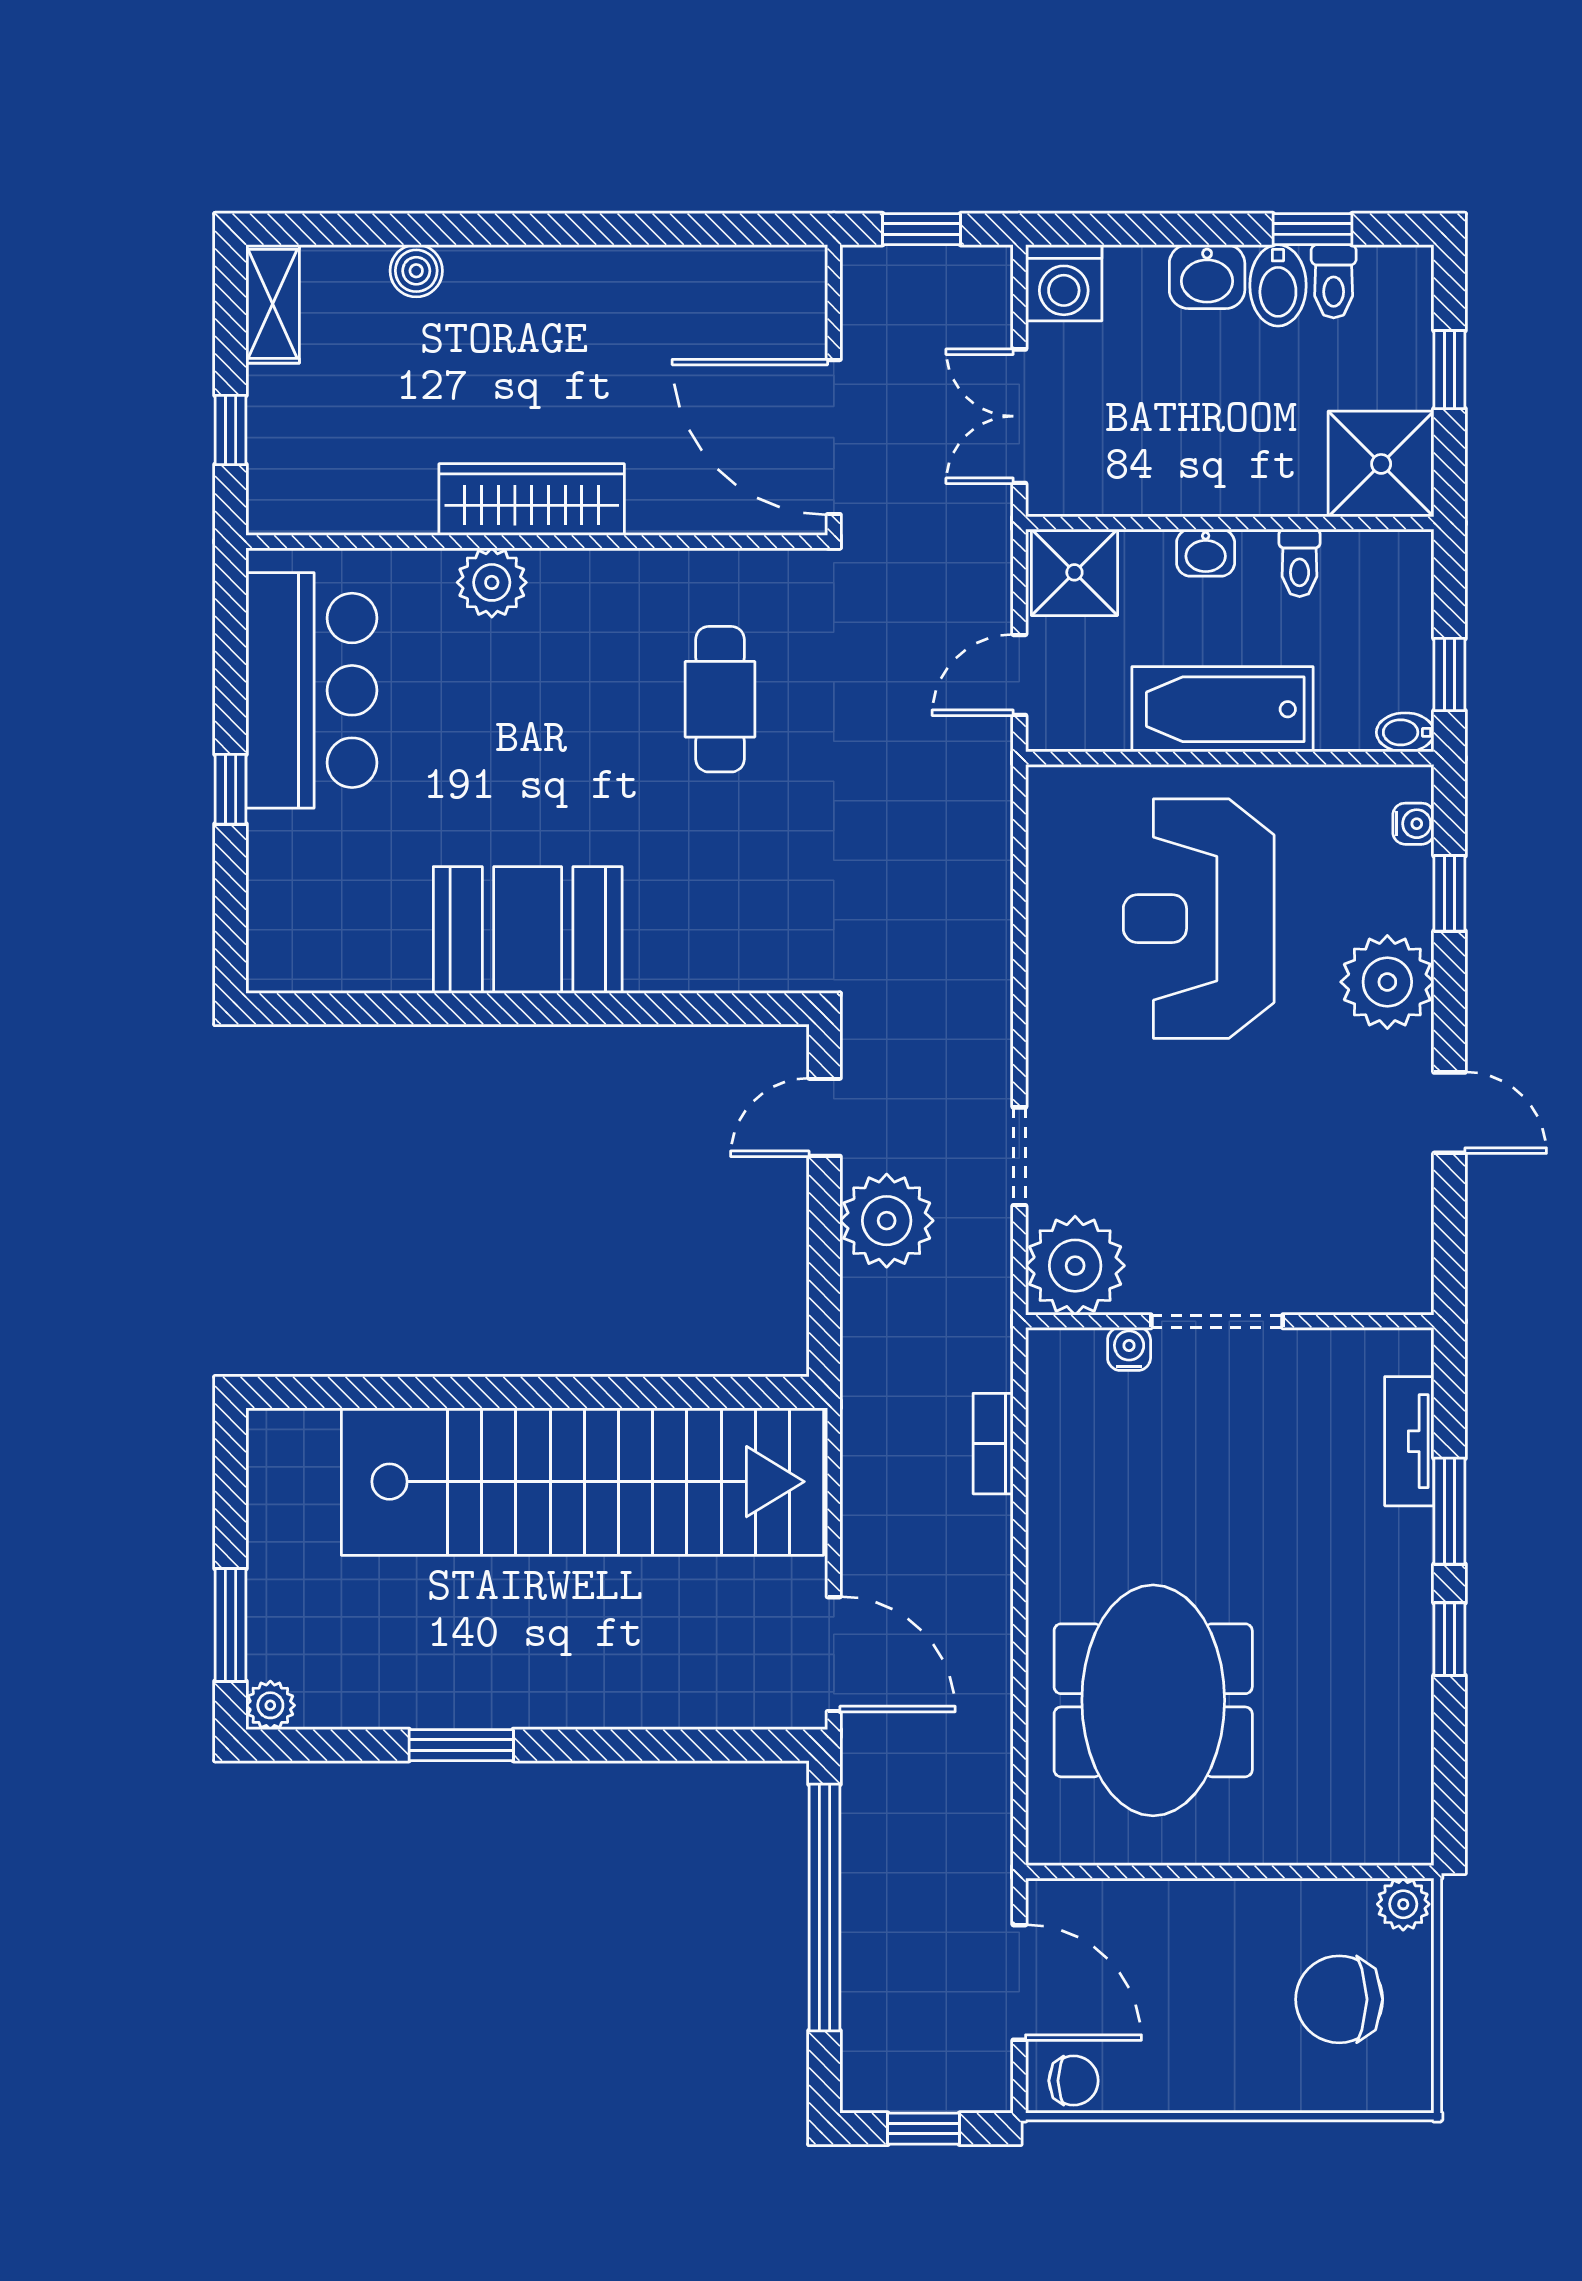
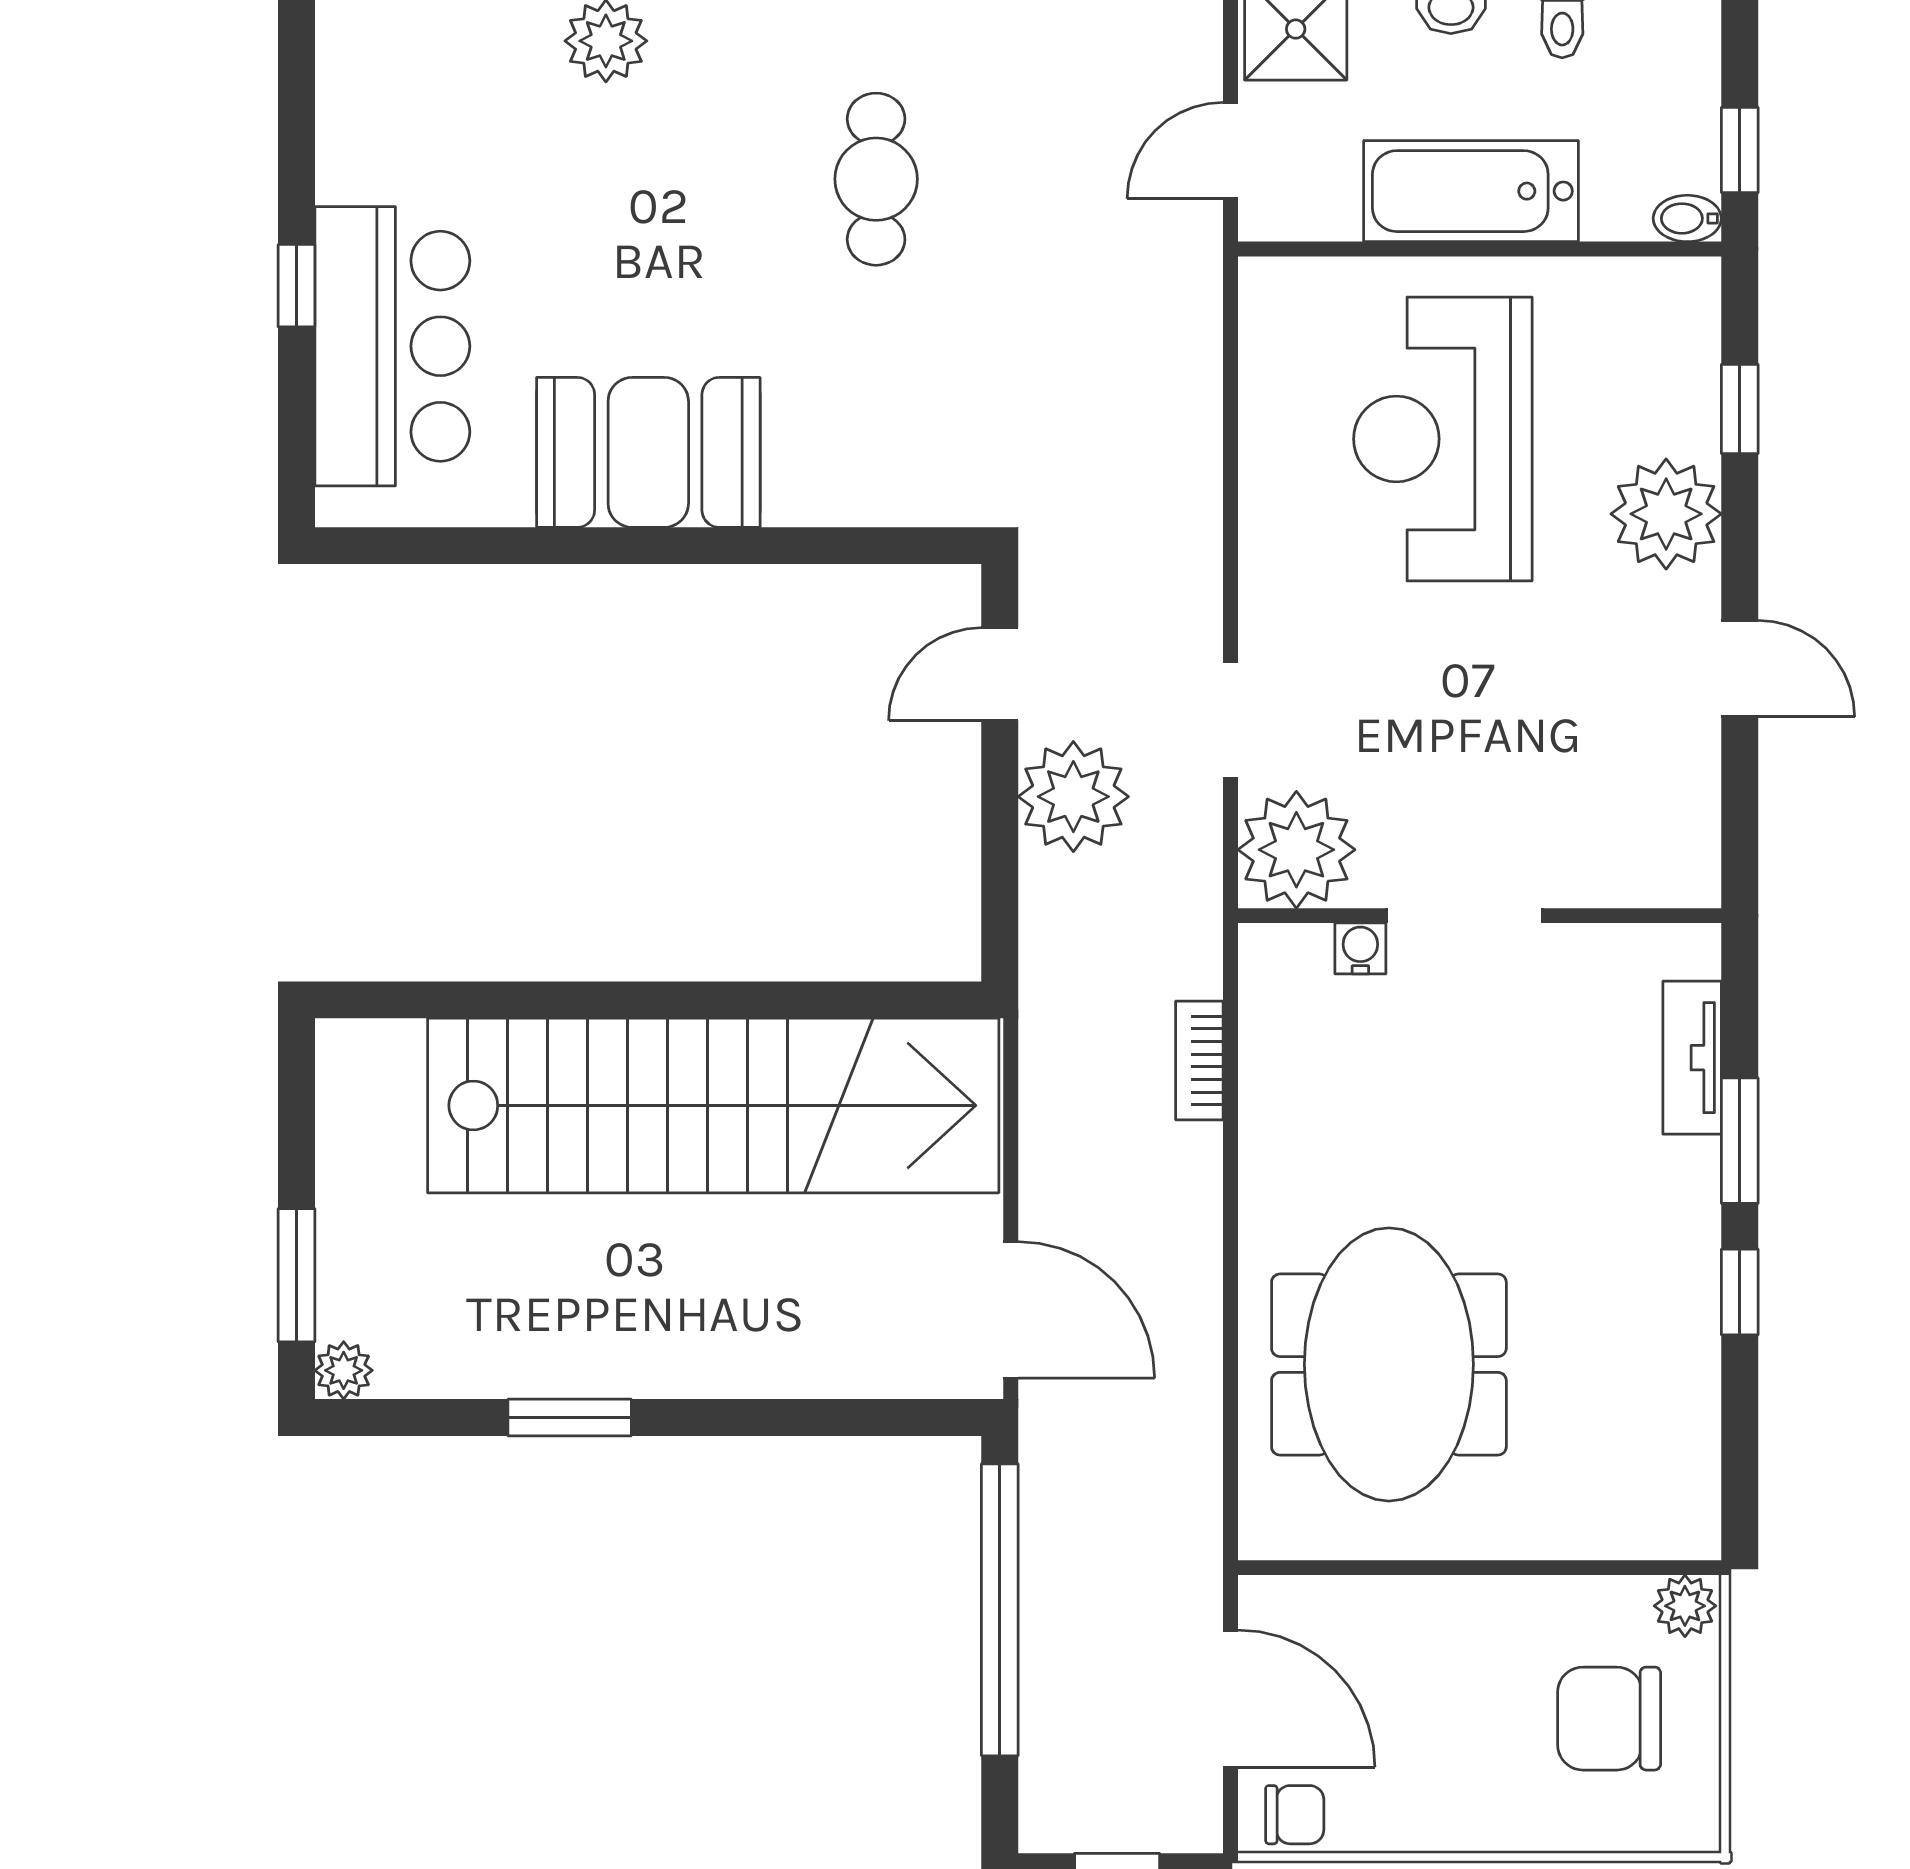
bar counter: (311, 690) -> (392, 346), moved
water cooler: (1413, 824) -> (1697, 327), removed

